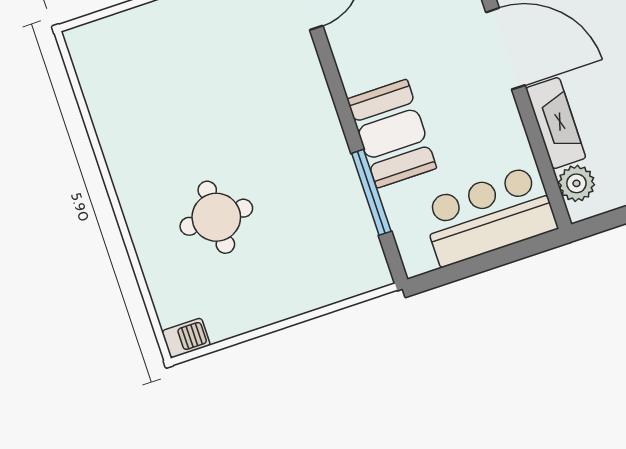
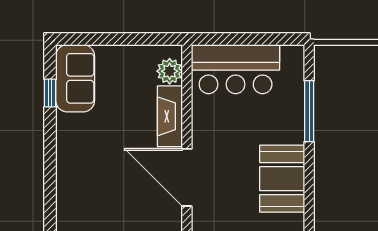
booth: (392, 134) -> (282, 179), moved

